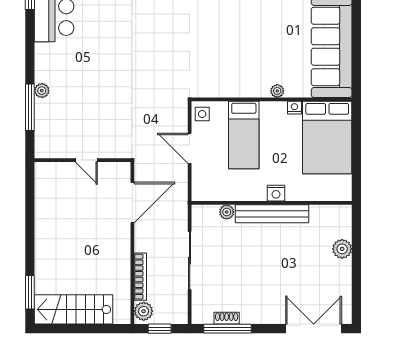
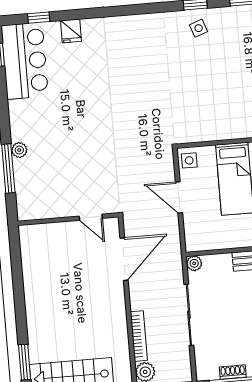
door: (86, 160) -> (91, 217), moved
plant: (227, 212) -> (194, 263), moved

